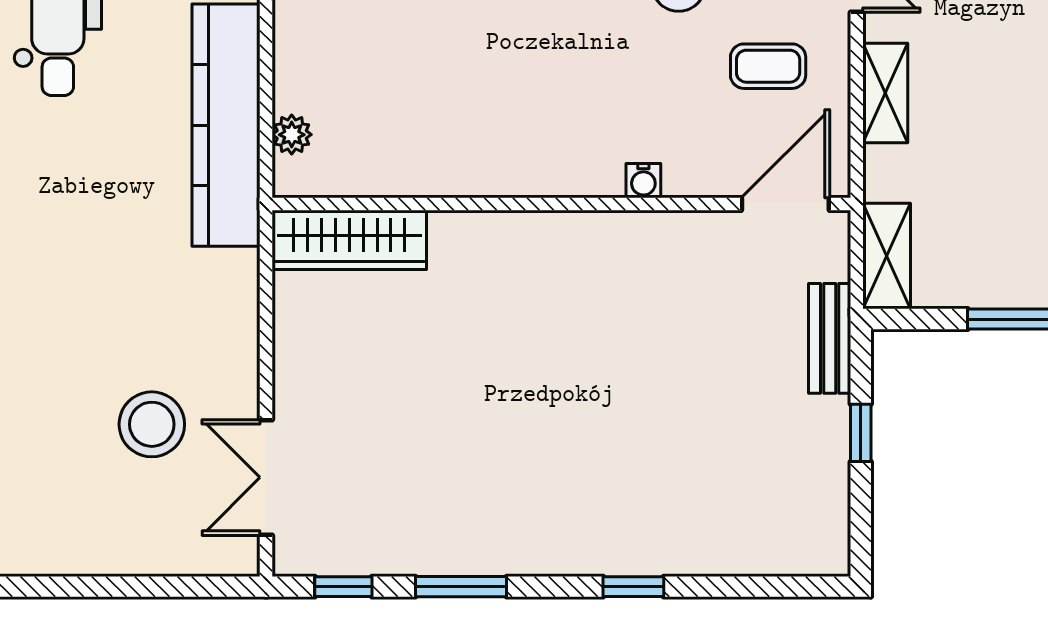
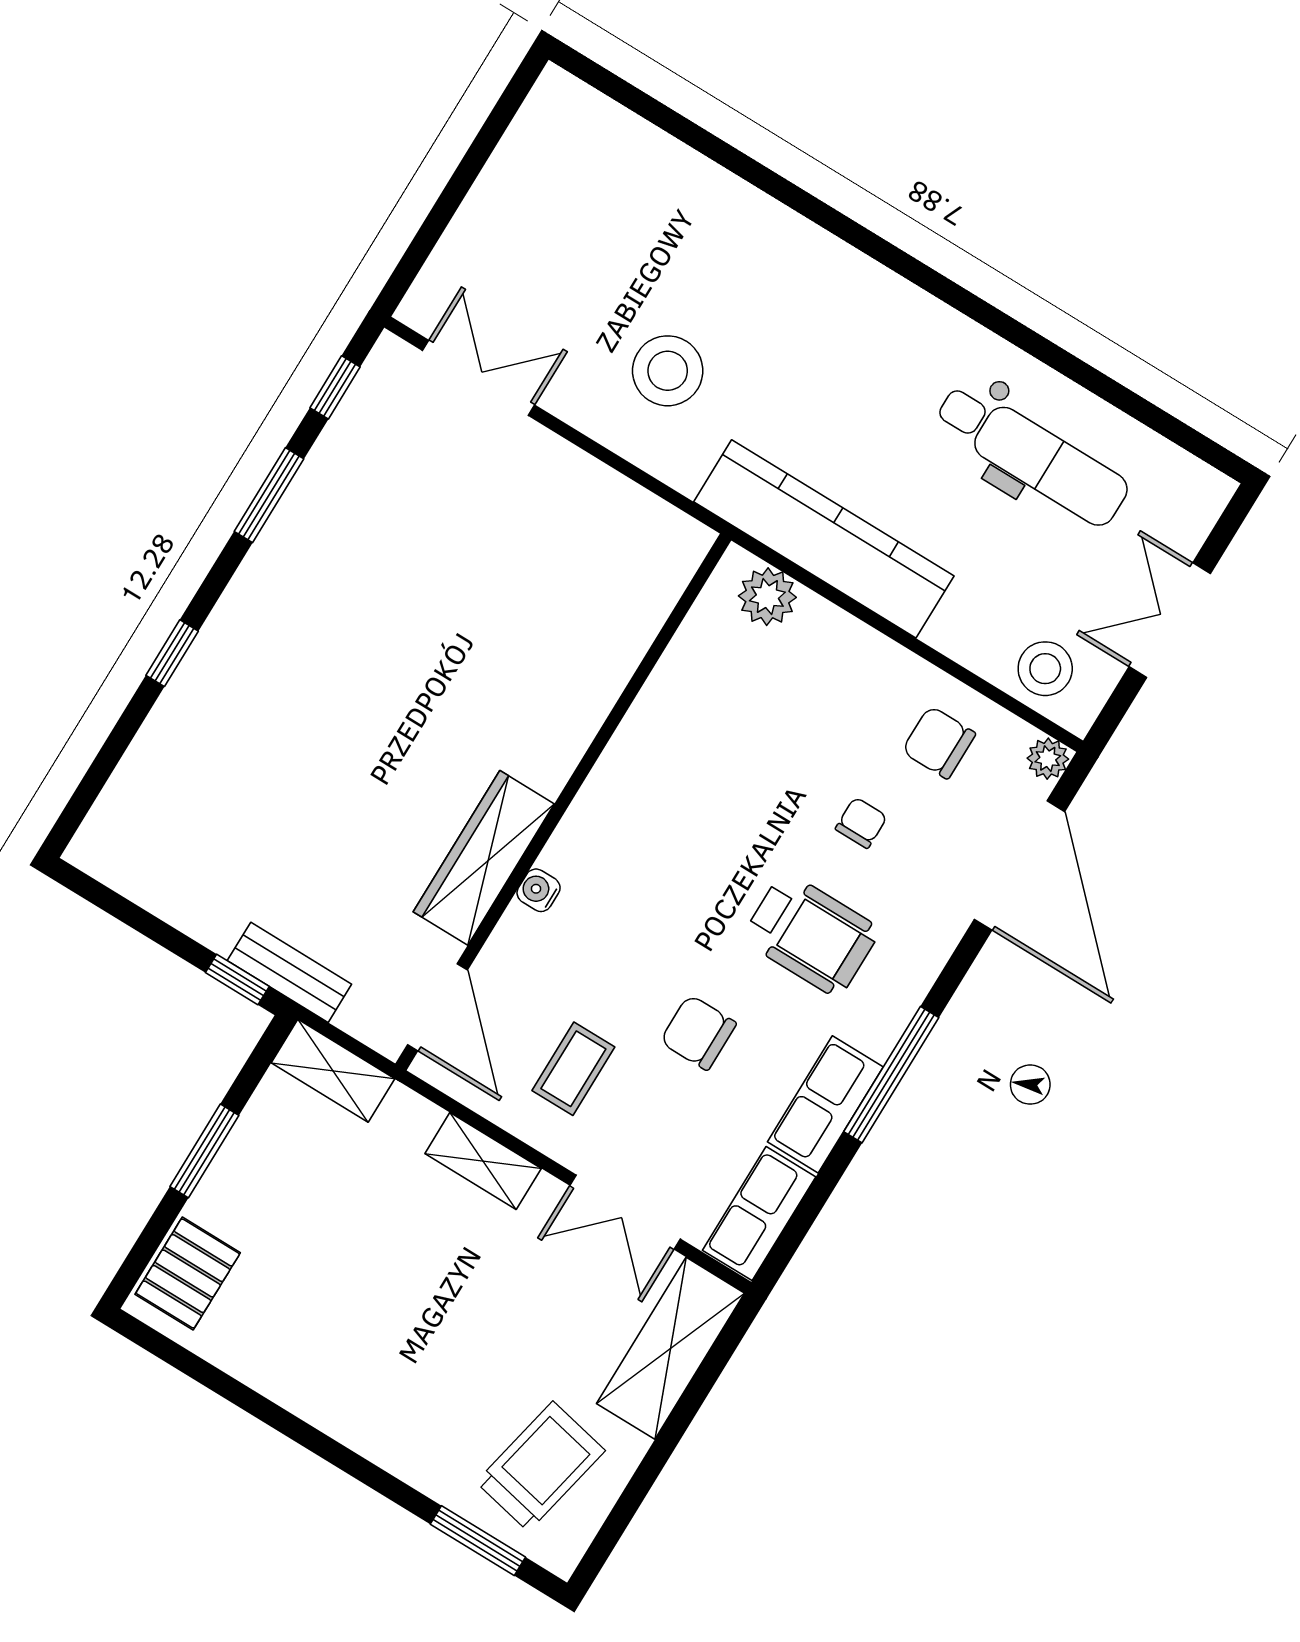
plant: (292, 135) -> (767, 597), width x1.38, depth x1.38
wardrobe: (349, 240) -> (484, 858), moved
stool: (152, 424) -> (668, 371), moved
window: (861, 433) -> (237, 980), moved

